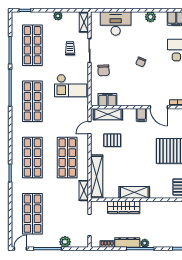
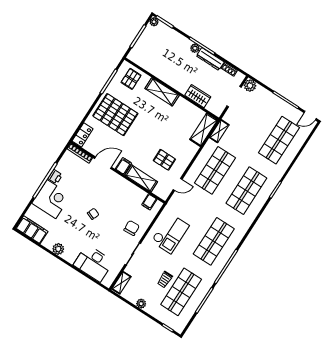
trolley: (70, 48) -> (165, 280), moved
checkout: (71, 86) -> (170, 233), turned 90
filing cabinet: (107, 100) -> (149, 202), width x0.50
door: (159, 107) -> (103, 163), hinge flipped
shelving: (108, 114) -> (141, 178), moved
shelving: (97, 177) -> (204, 130), width x0.68
shelving: (134, 192) -> (162, 92), moved
wardrobe: (124, 207) -> (198, 96), width x0.67
plant: (65, 242) -> (250, 86), moved

